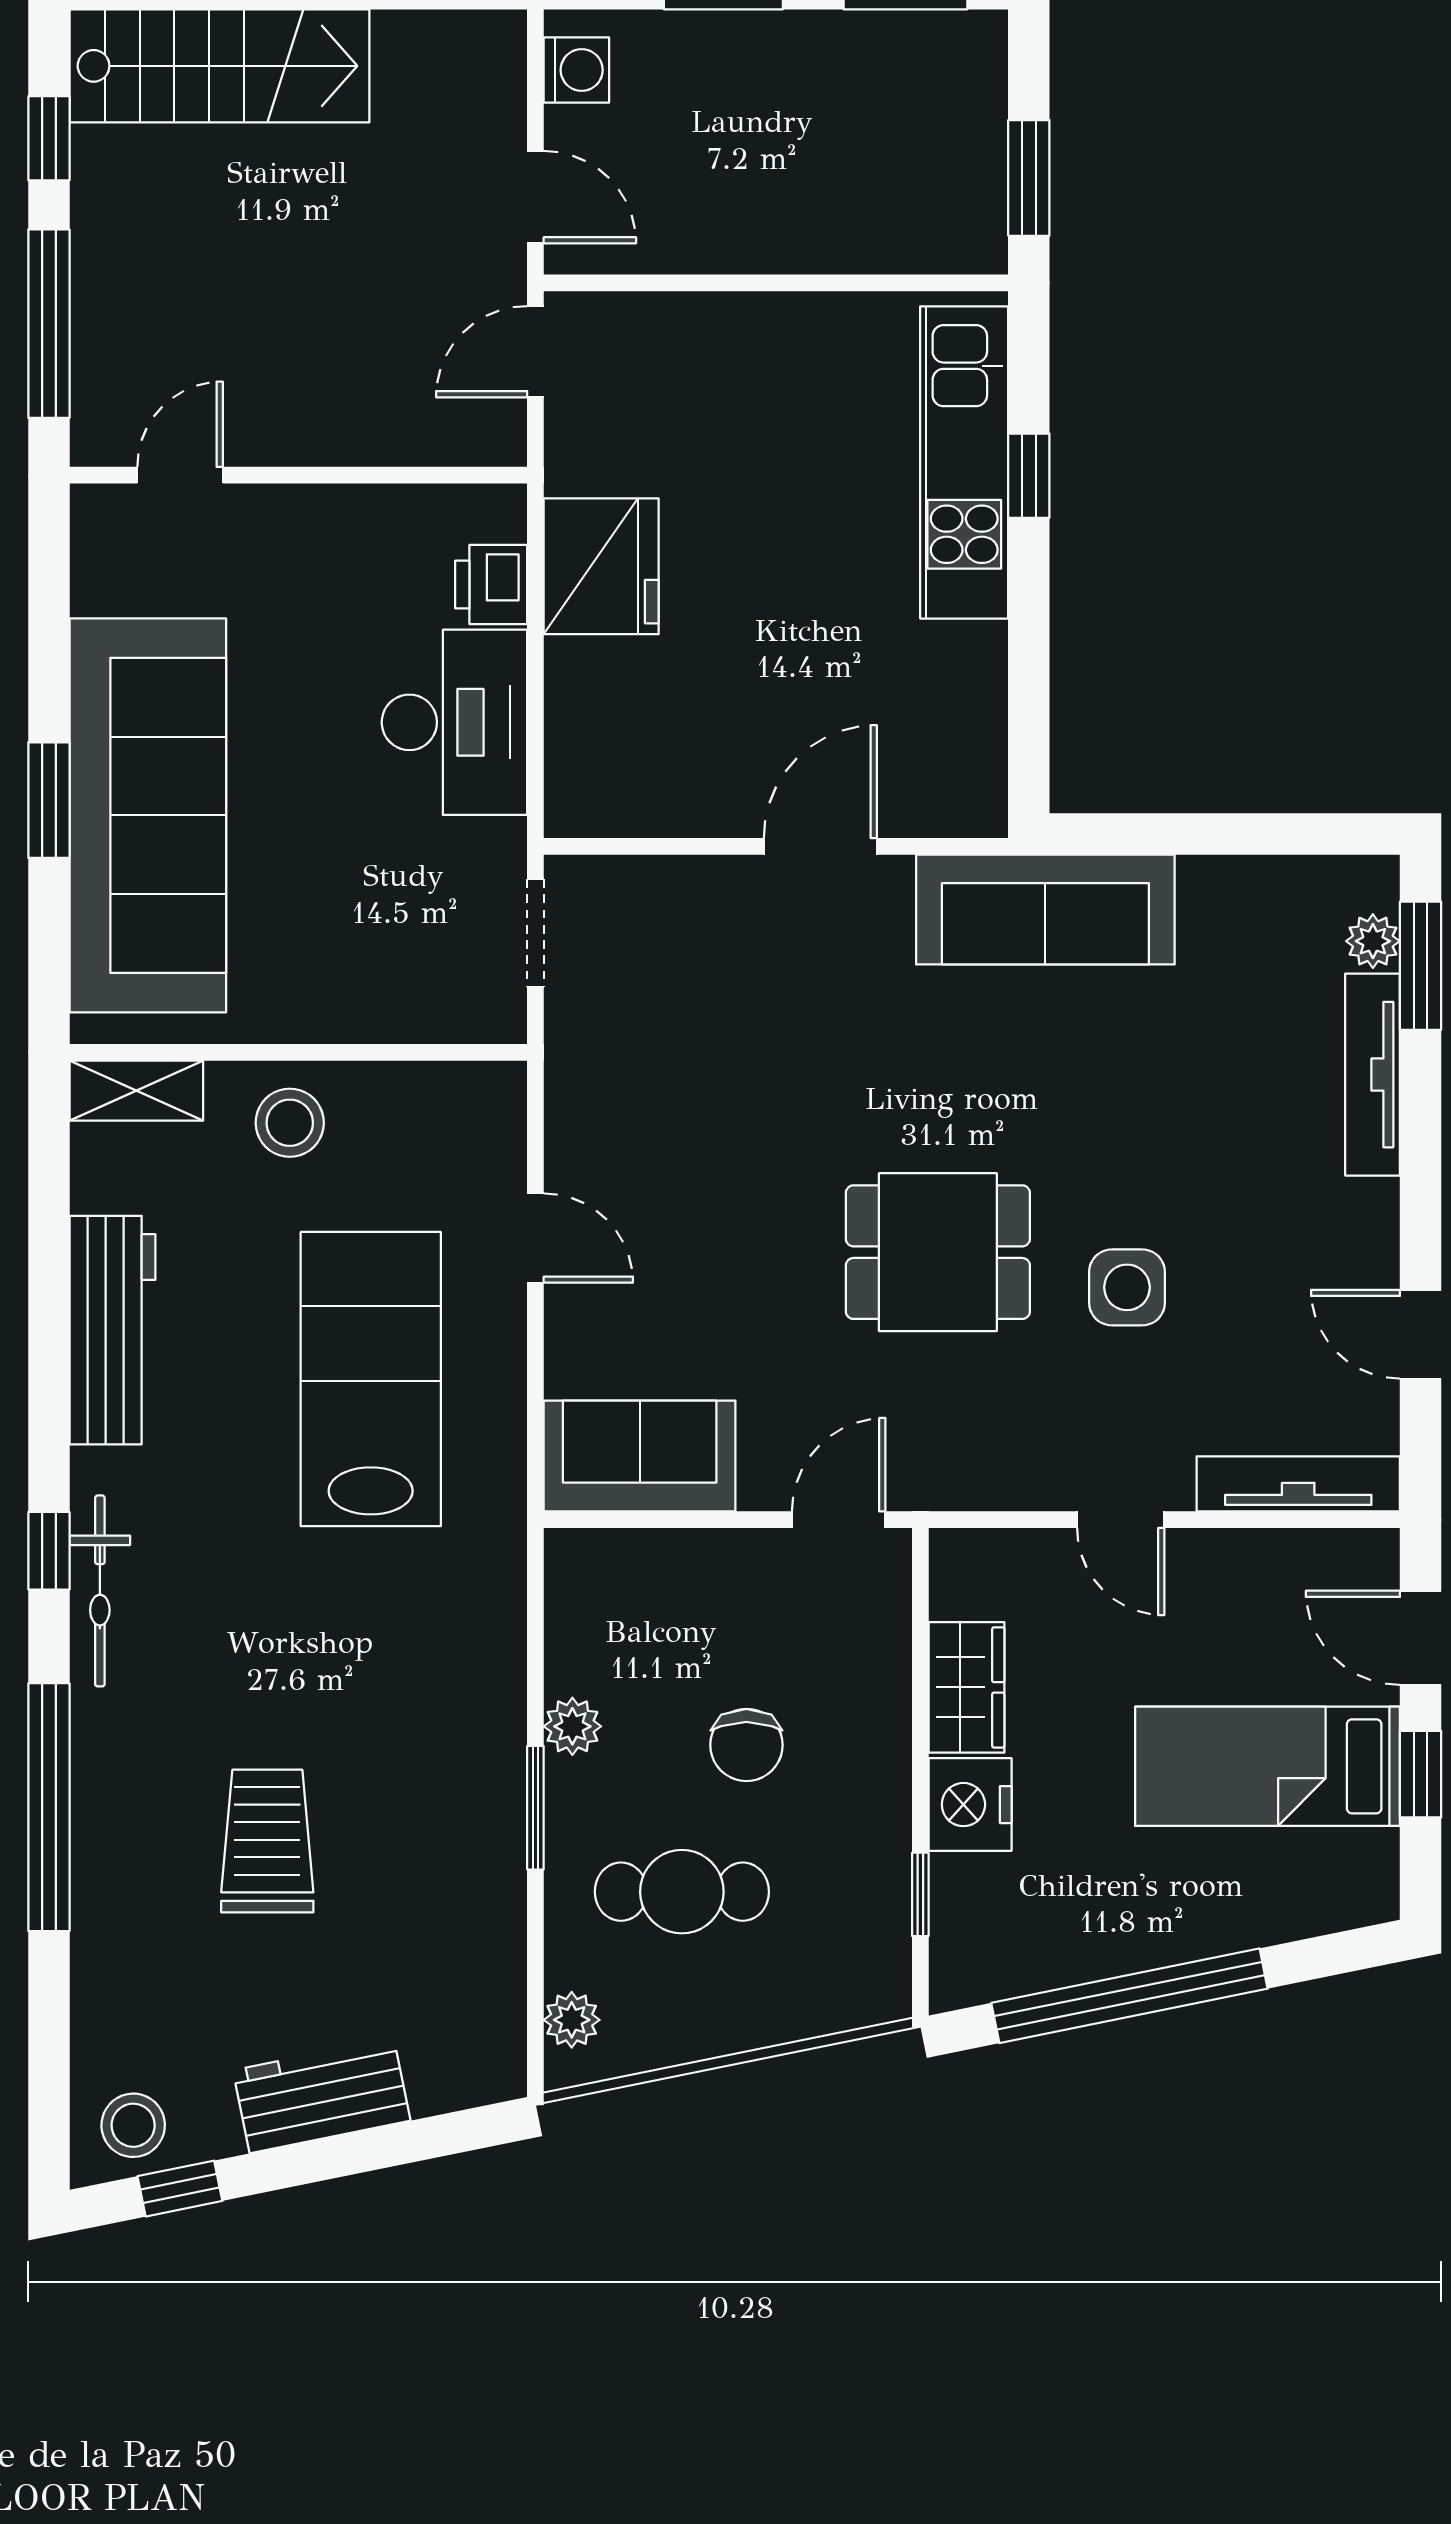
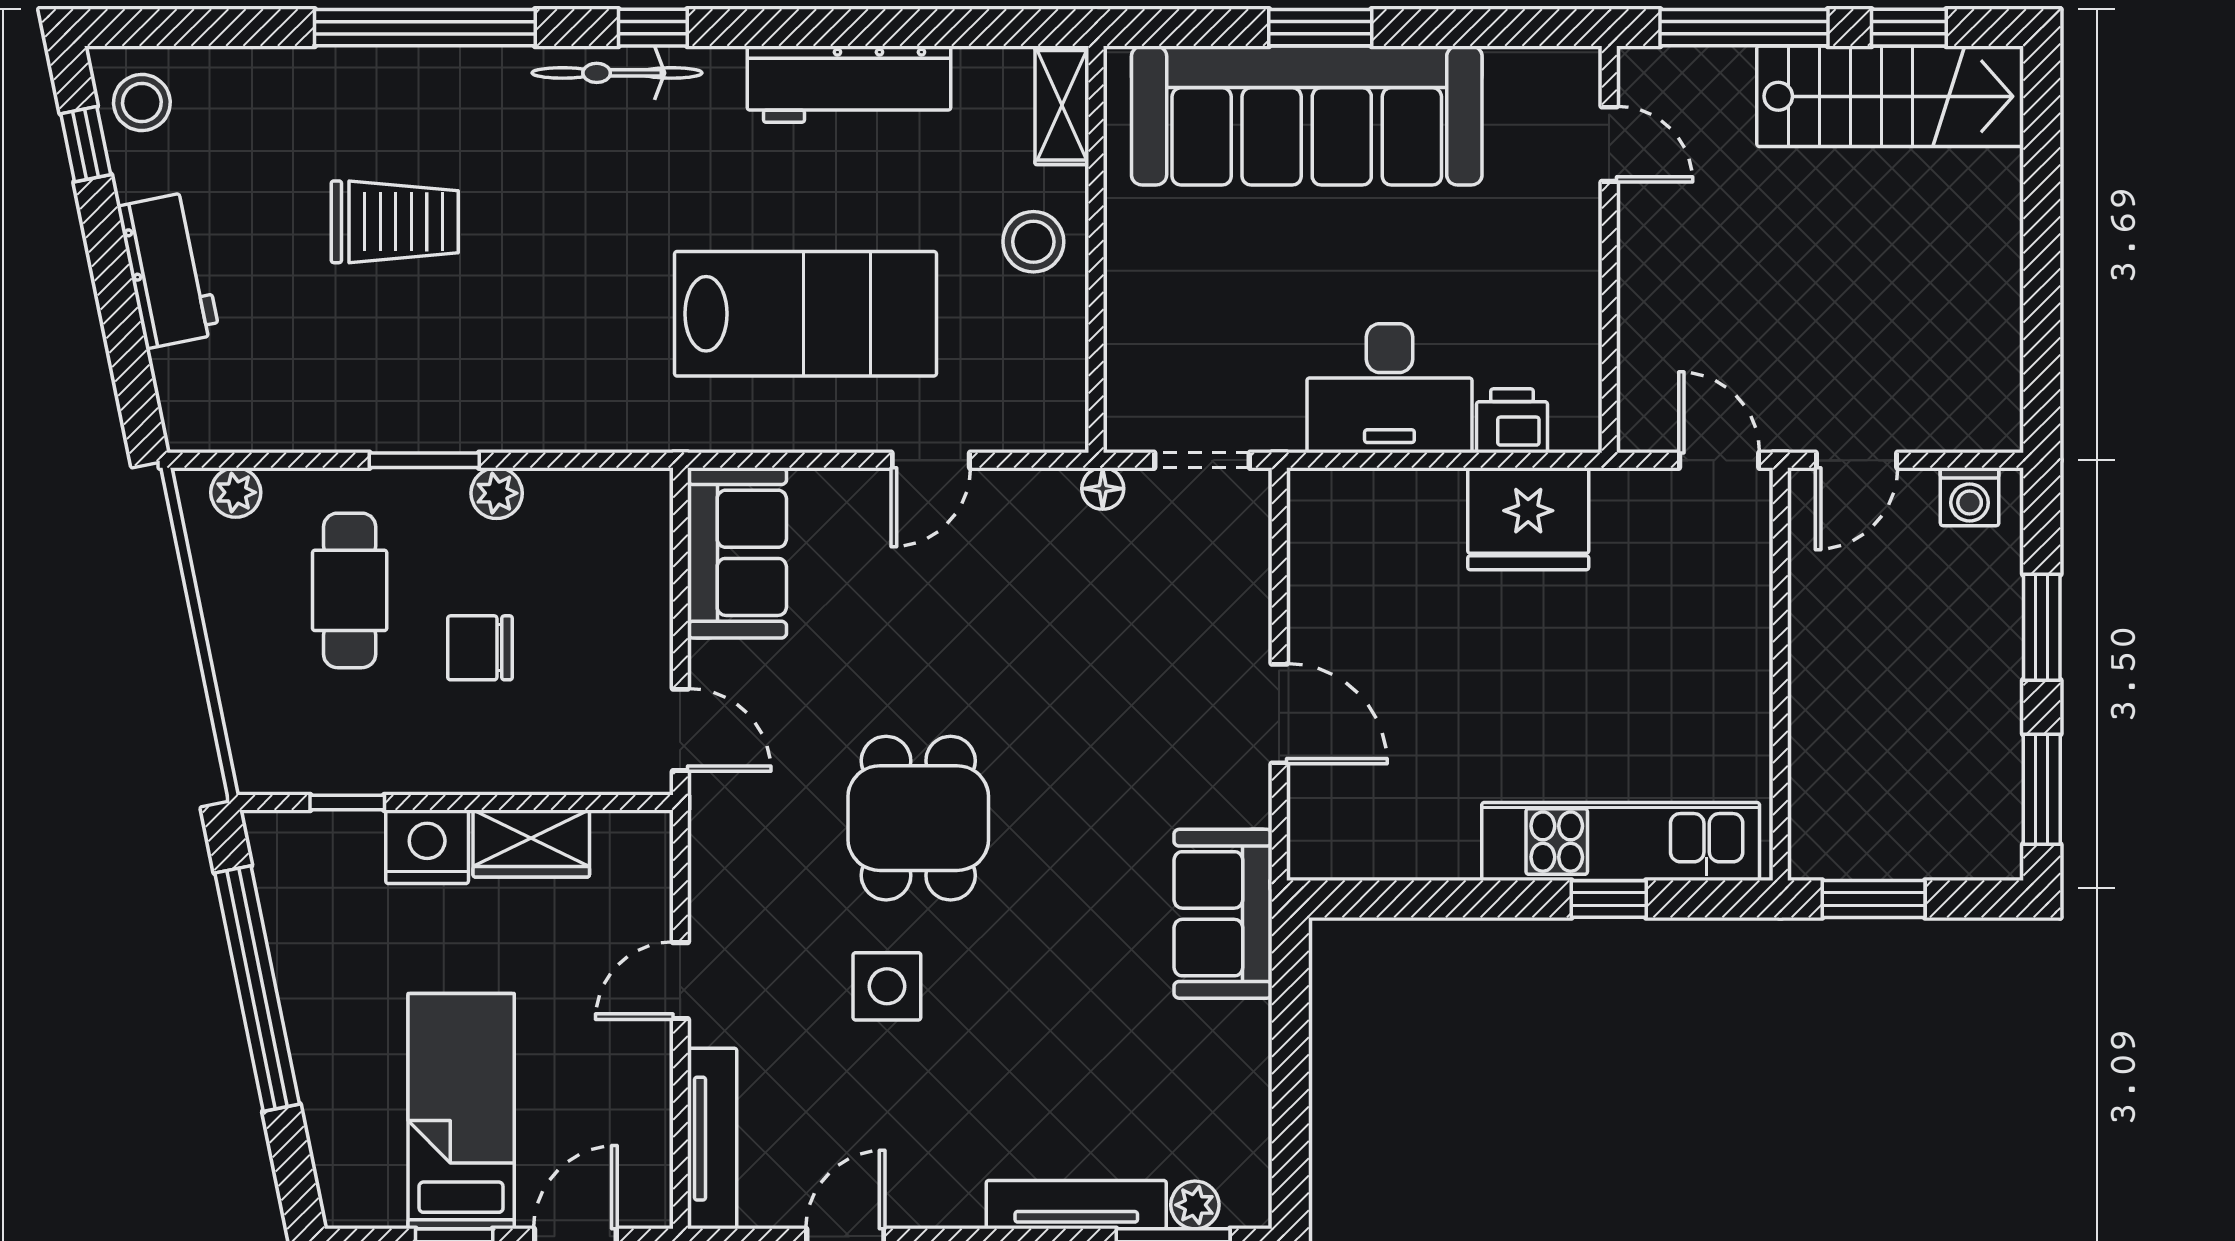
stairs: (219, 66) -> (1890, 96), moved, turned -90
sofa: (1045, 909) -> (1223, 914), width x0.73
floor lamp: (567, 1045) -> (1103, 489), added

